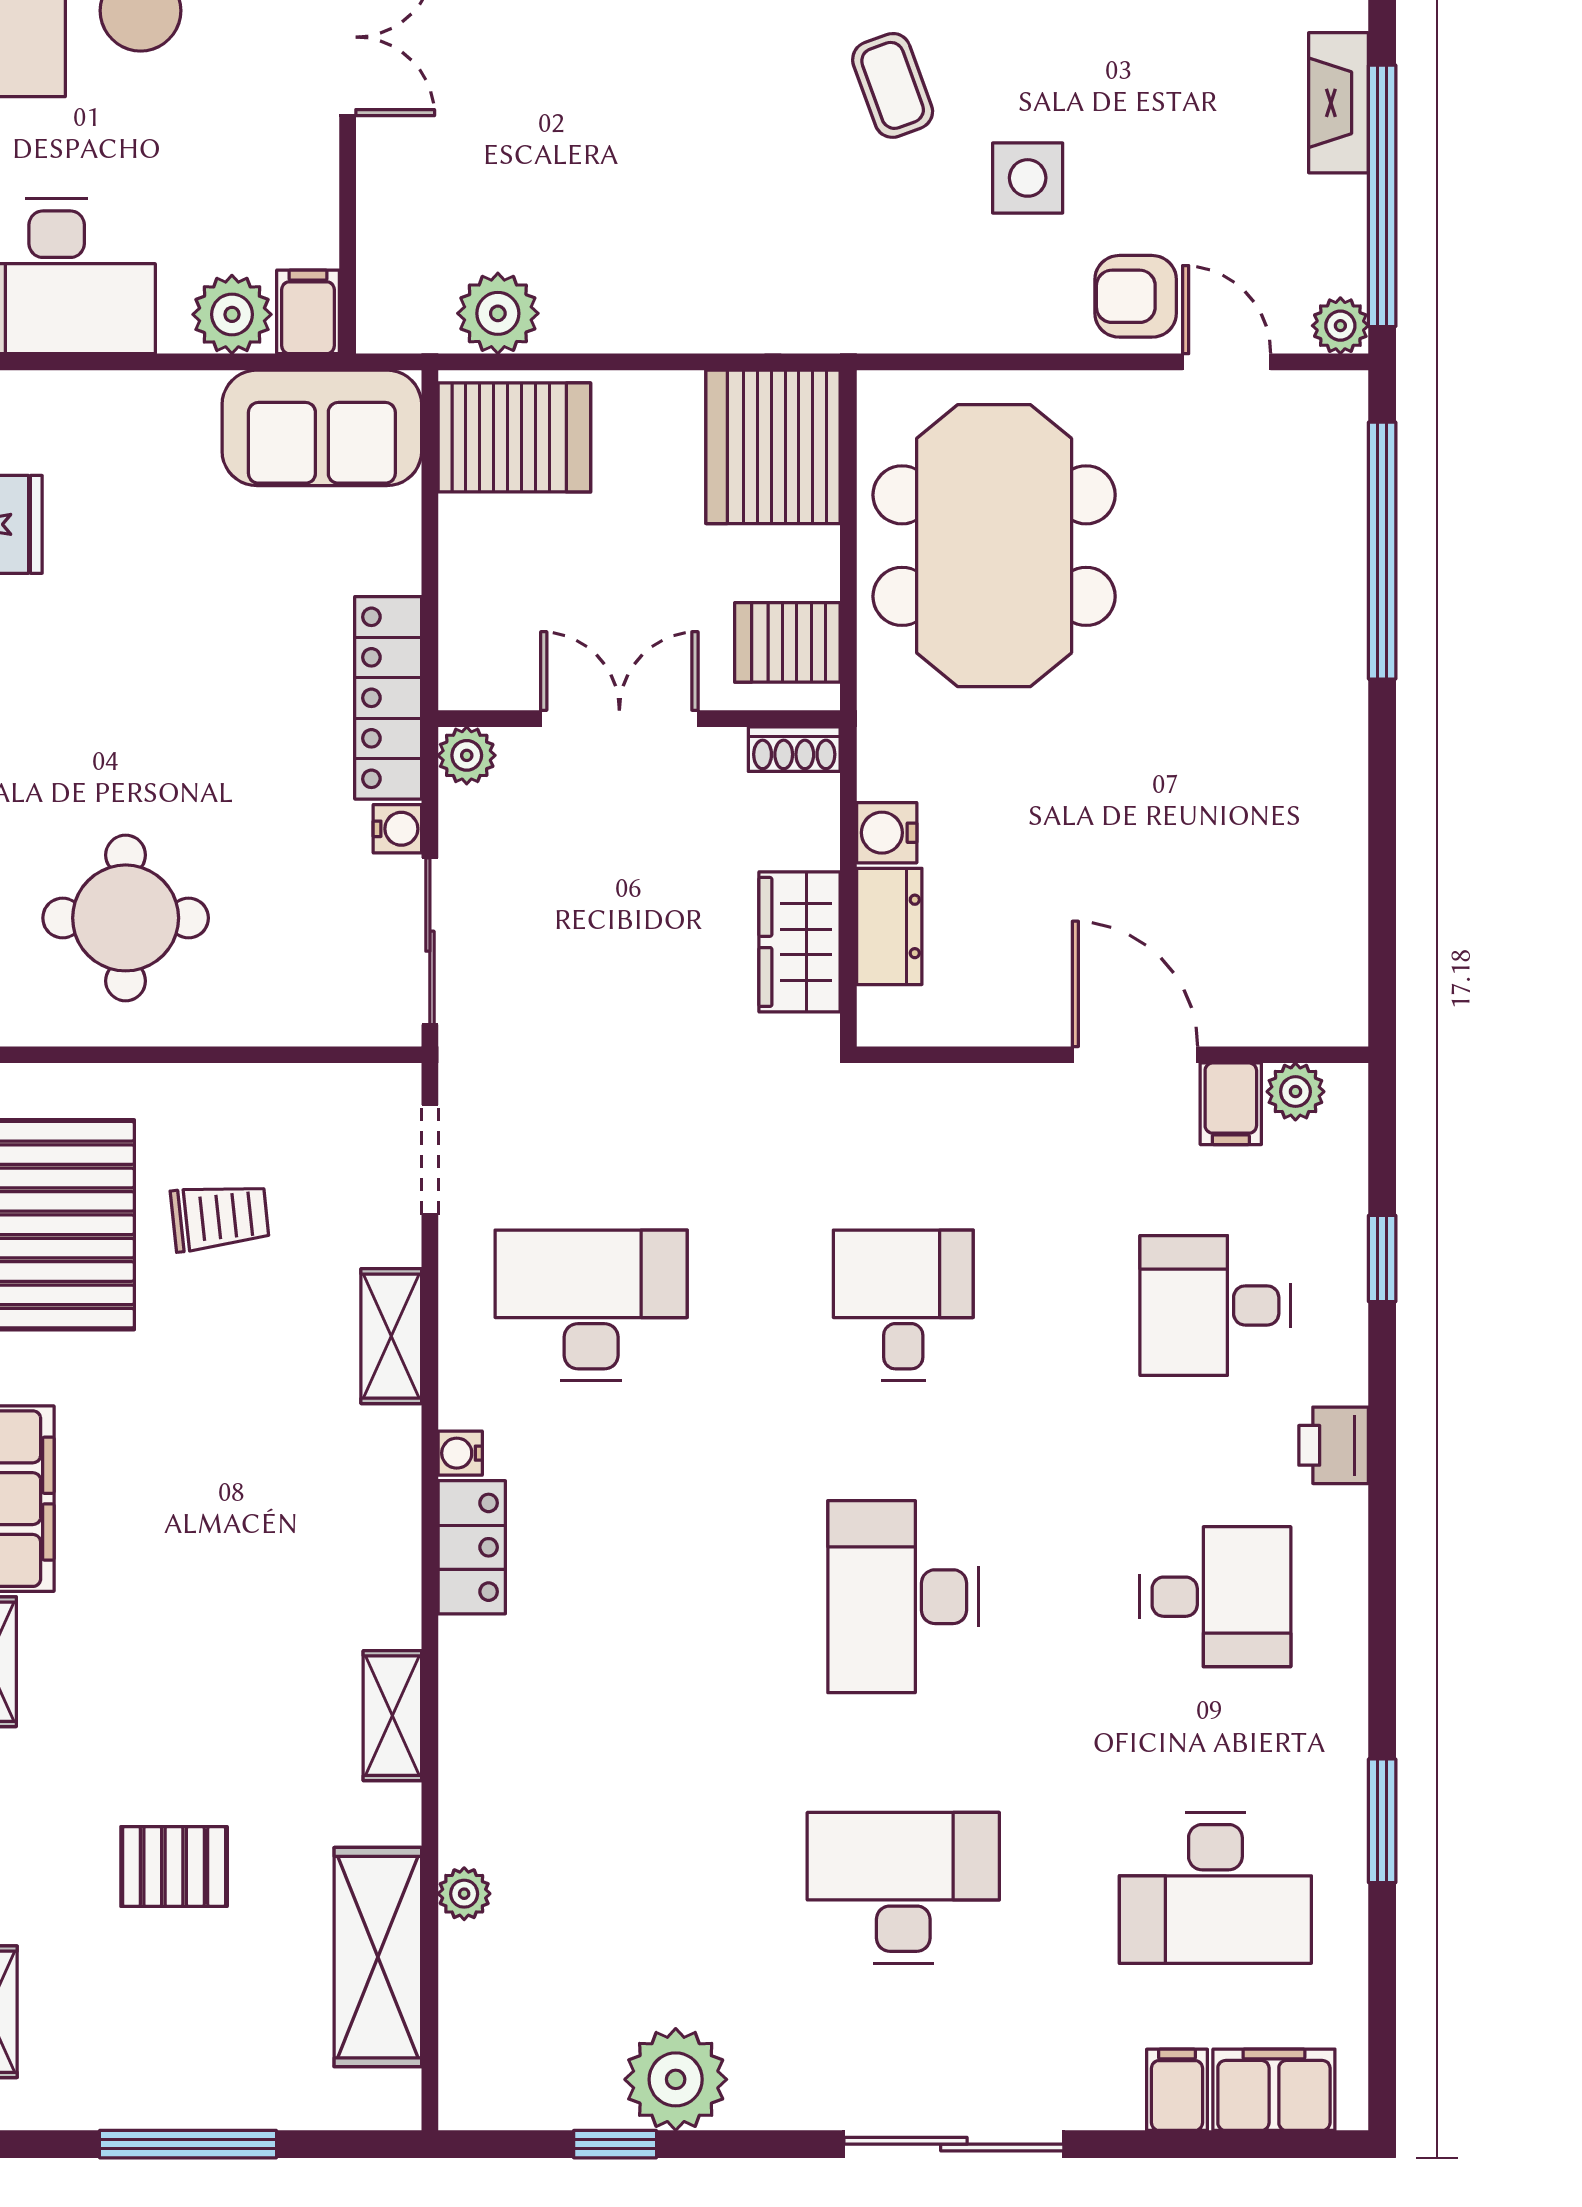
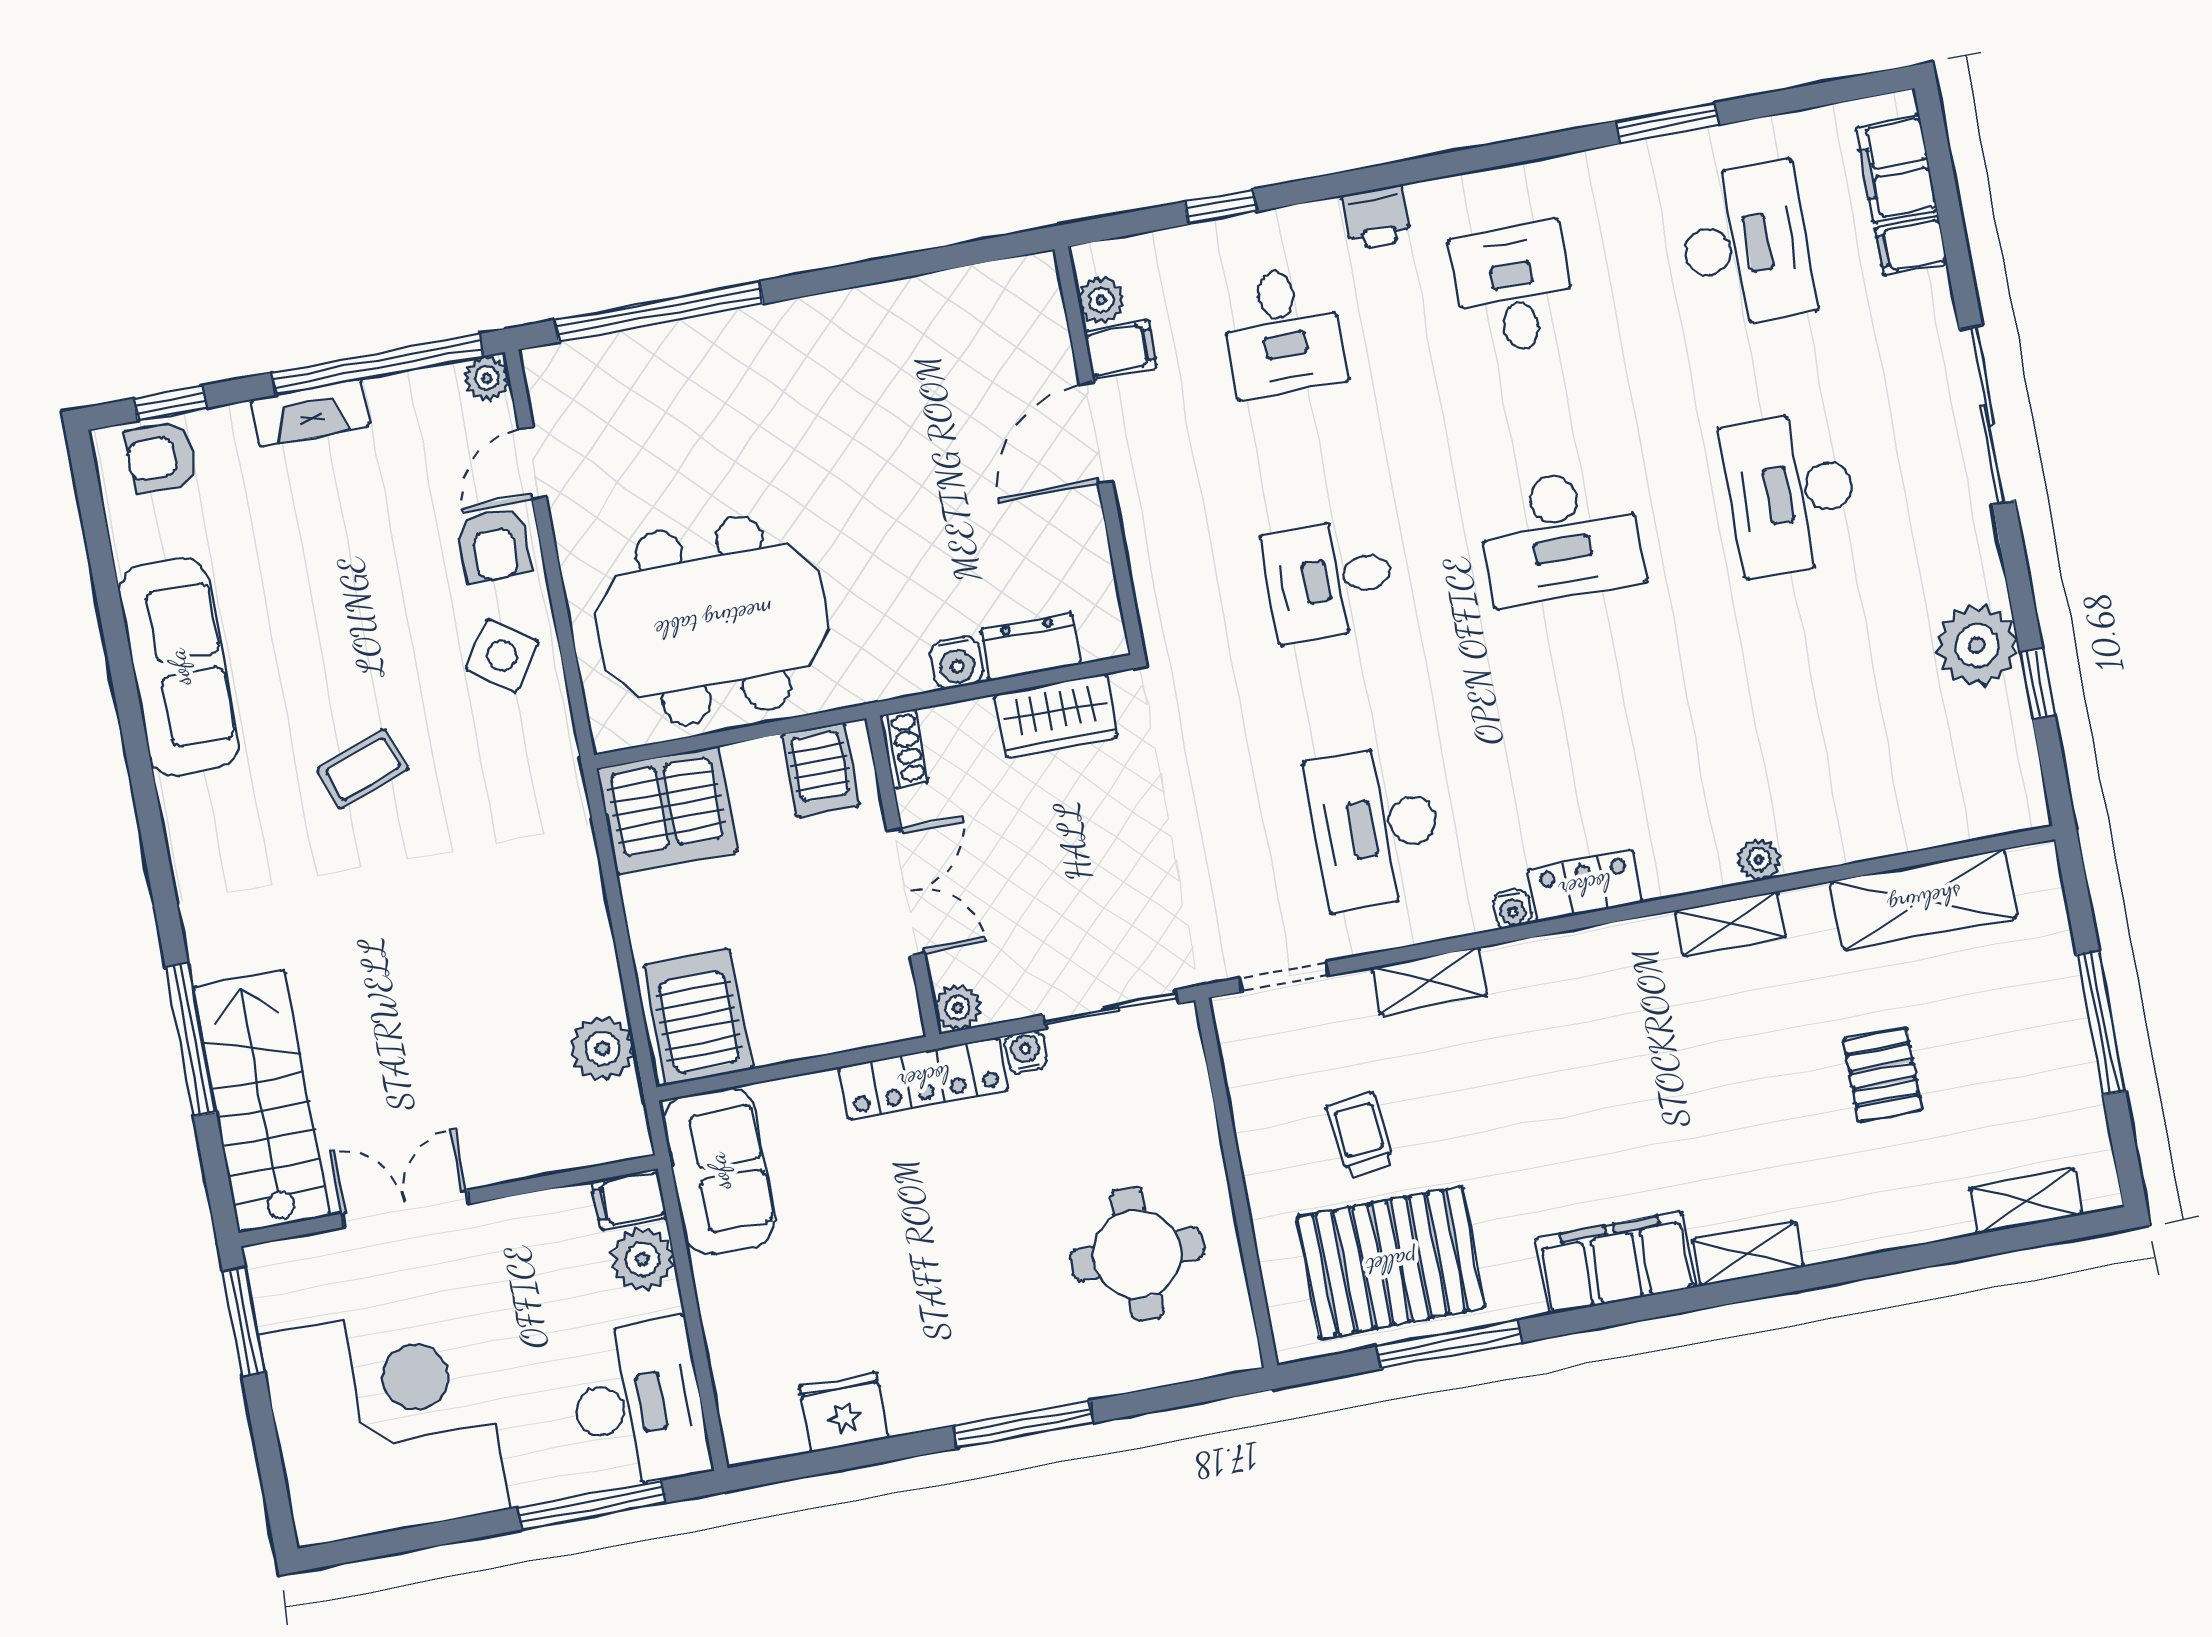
side table: (1028, 178) -> (502, 655), moved, turned 35
double door: (619, 719) -> (906, 892), swing flipped
plant: (464, 1894) -> (1759, 860), moved

